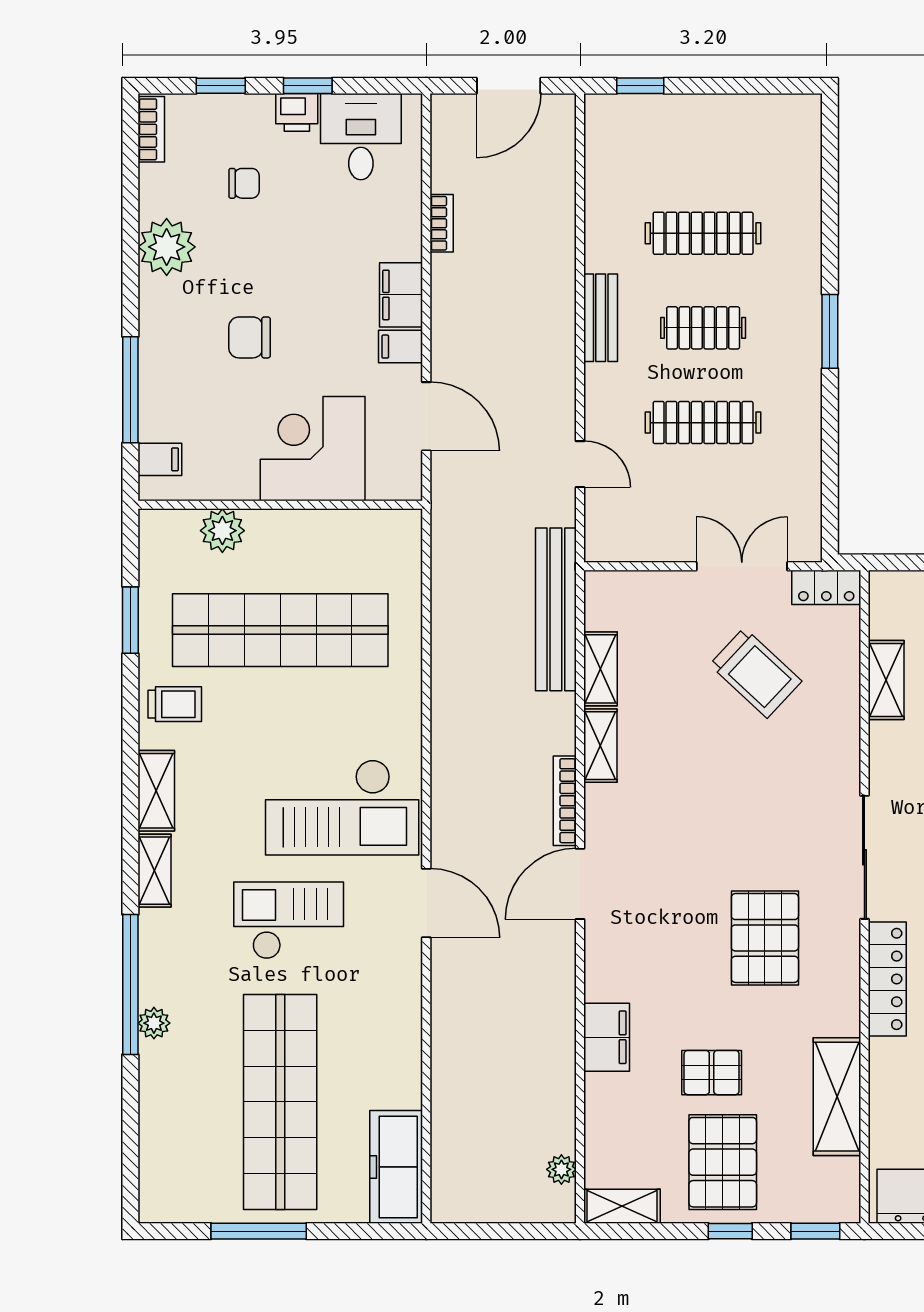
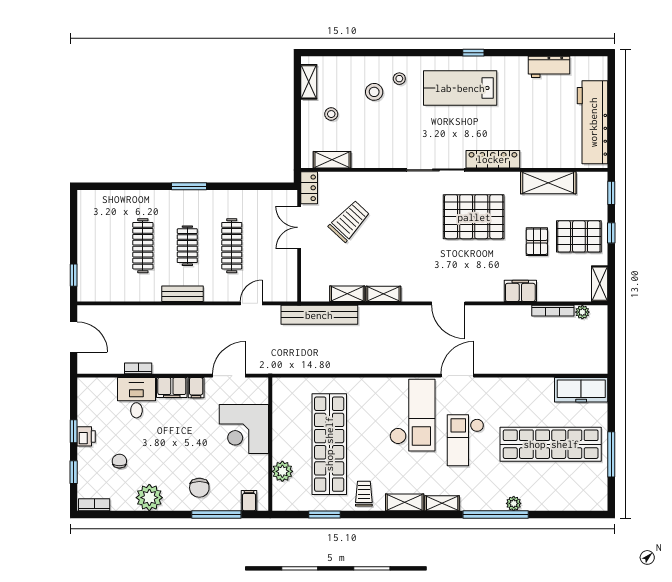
desk: (361, 137) -> (136, 398), moved, turned 90
chair: (250, 337) -> (199, 488), moved
shelving: (886, 680) -> (332, 160), moved
bookcase: (565, 801) -> (553, 311), moved
pallet: (765, 938) -> (474, 217), width x1.37, depth x1.41

